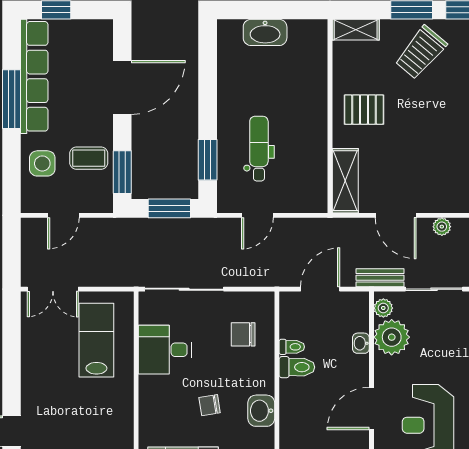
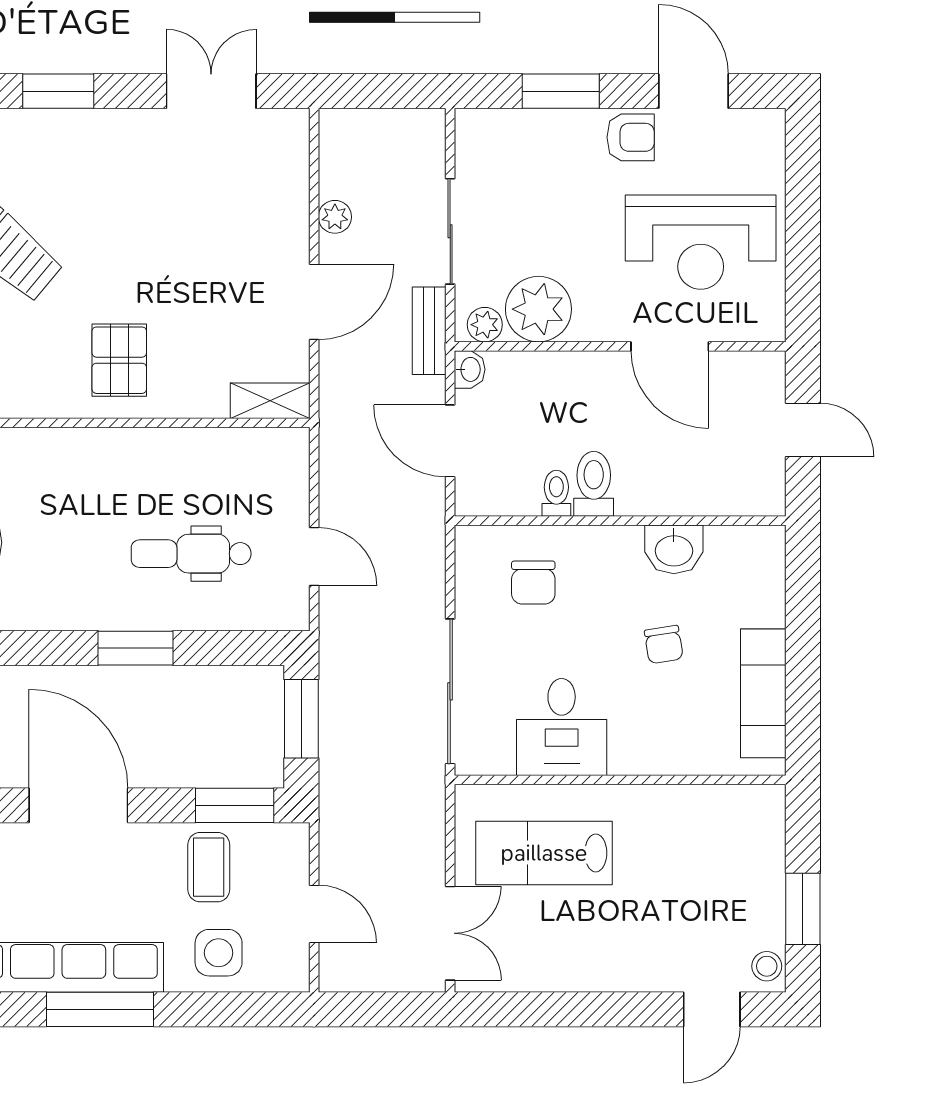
window: (208, 160) -> (135, 648), moved
shelving: (345, 181) -> (270, 401), width x0.67, depth x0.75
washbasin: (361, 343) -> (470, 369), moved, turned -90

